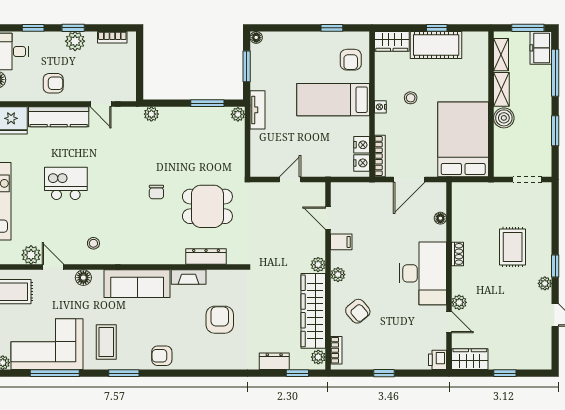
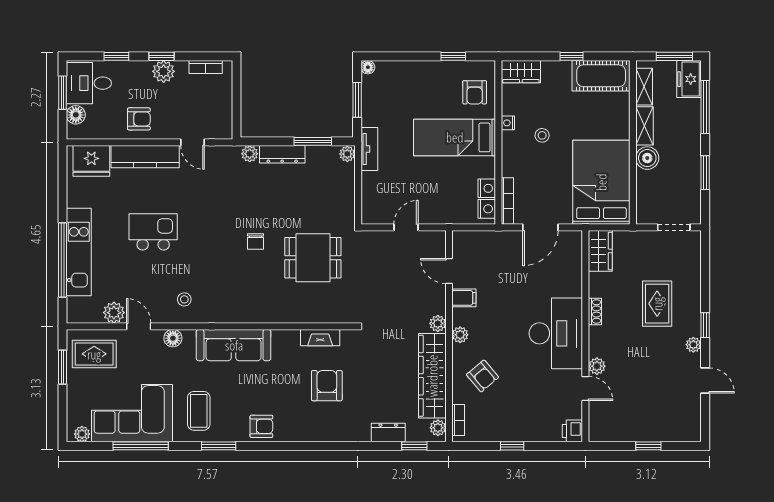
cot: (436, 45) -> (601, 76), moved
nightstand: (380, 107) -> (508, 123), moved
floor lamp: (440, 218) -> (576, 271), removed
dresser: (206, 257) -> (282, 154), moved, turned 180
fireplace: (189, 277) -> (320, 338), moved
armchair: (162, 356) -> (261, 426), turned 180
wardrobe: (470, 359) -> (600, 251), moved, turned 90

